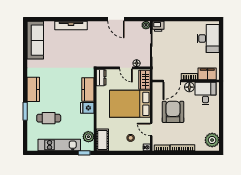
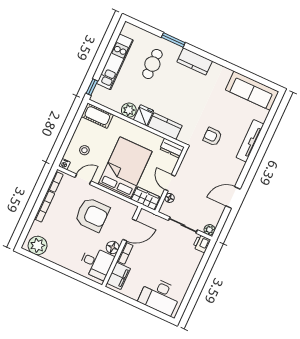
armchair: (80, 53) -> (213, 137), added
door: (126, 68) -> (170, 183), hinge flipped
door: (172, 81) -> (129, 230), swing flipped
plant: (88, 137) -> (129, 110), moved

